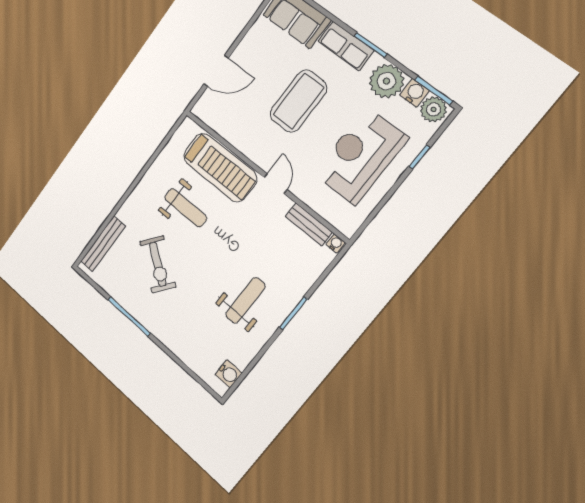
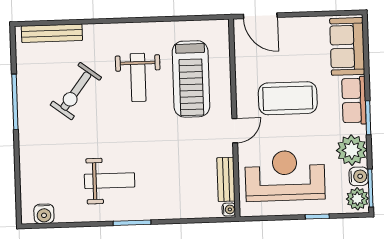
wall: (265, 175) -> (234, 118), moved
door: (276, 184) -> (235, 131), moved
bench: (309, 224) -> (226, 179), moved
water cooler: (336, 243) -> (229, 209), moved

